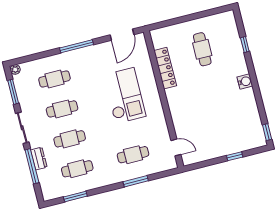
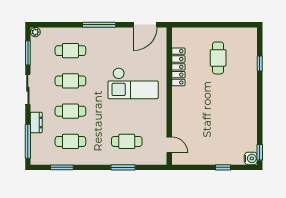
water cooler: (245, 81) -> (251, 158), moved
checkout: (125, 96) -> (133, 83), turned 90
window: (32, 166) -> (28, 141), moved

